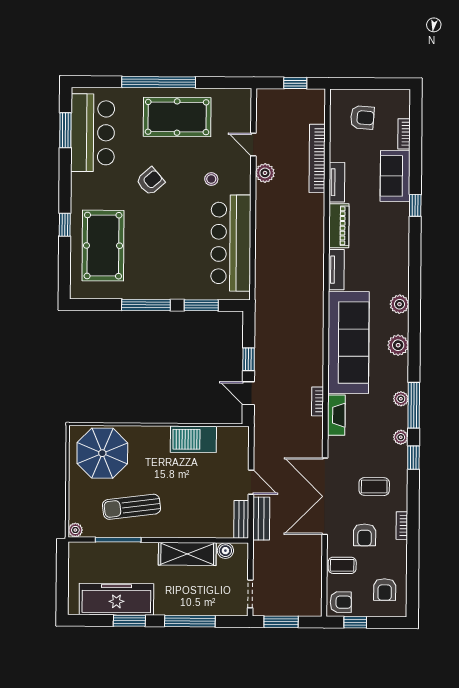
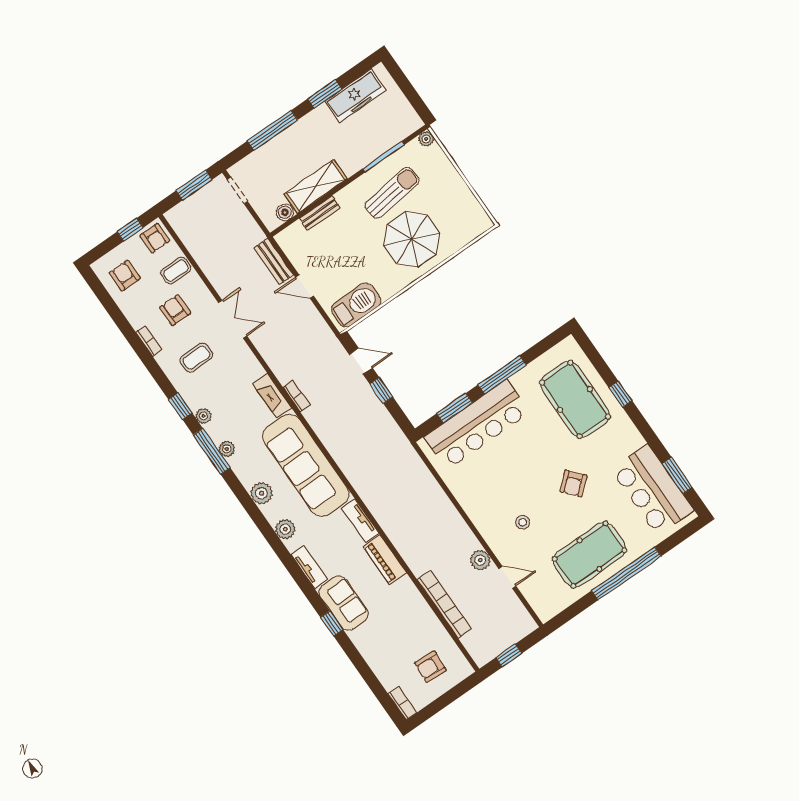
bookcase: (404, 134) -> (402, 703), moved
sofa: (395, 176) -> (344, 603), moved
tv unit: (337, 182) -> (309, 567), moved, turned 180
bar counter: (231, 243) -> (477, 425), moved, turned 90
barbecue: (193, 439) -> (356, 305), moved
parasol: (102, 453) -> (412, 239), moved
double door: (325, 496) -> (233, 319), width x0.54
bench: (241, 519) -> (320, 213), moved, turned 90
freezer: (116, 599) -> (355, 96), width x0.73, depth x0.79
armchair: (341, 602) -> (155, 238), turned -90

